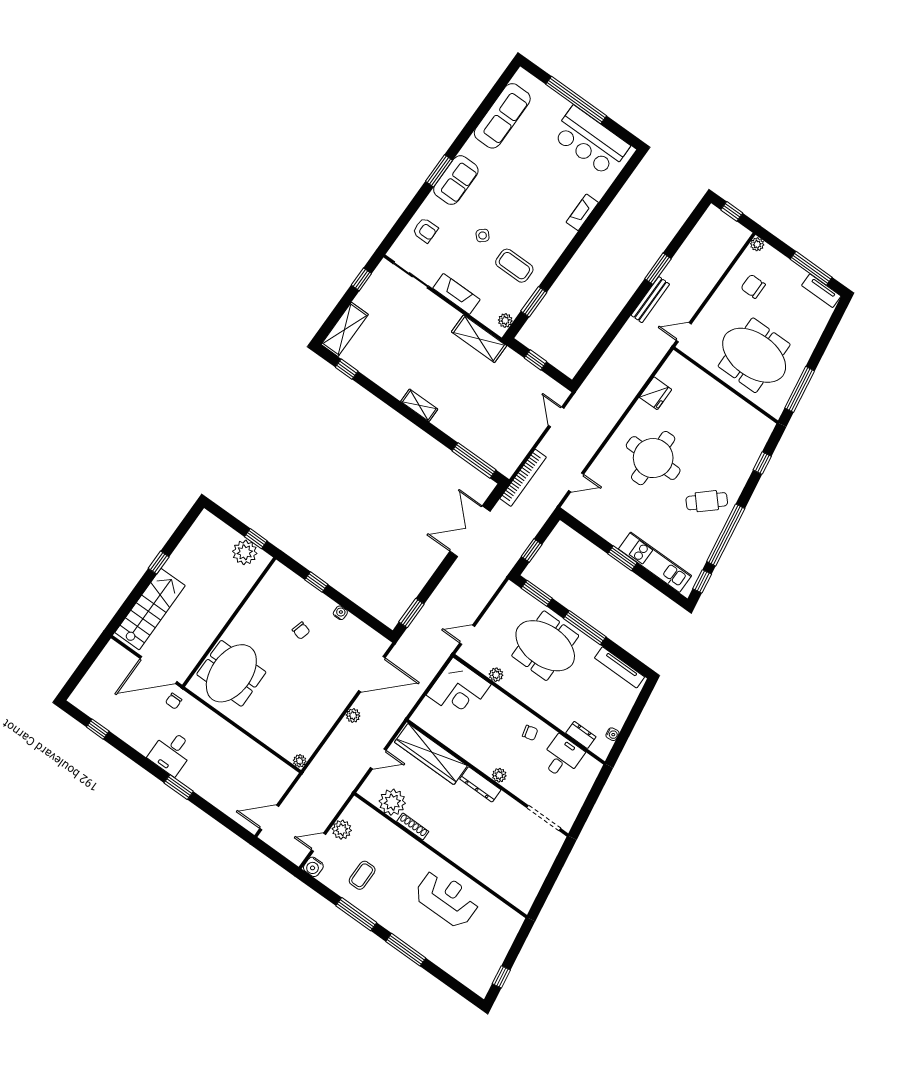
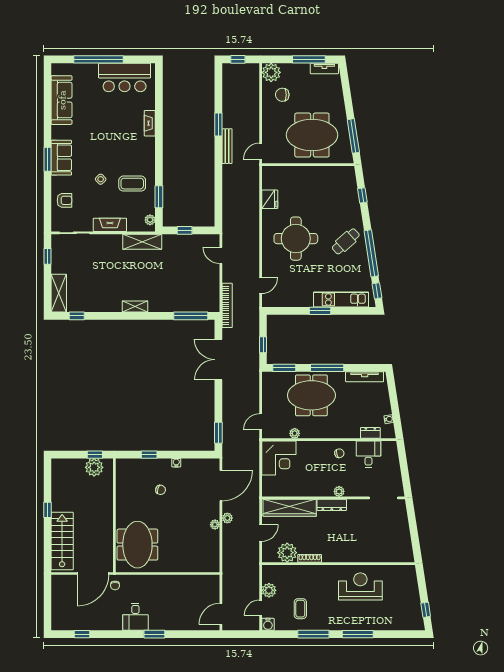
plant: (757, 244) -> (271, 72), width x1.87, depth x1.87
plant: (300, 761) -> (215, 525), moved

